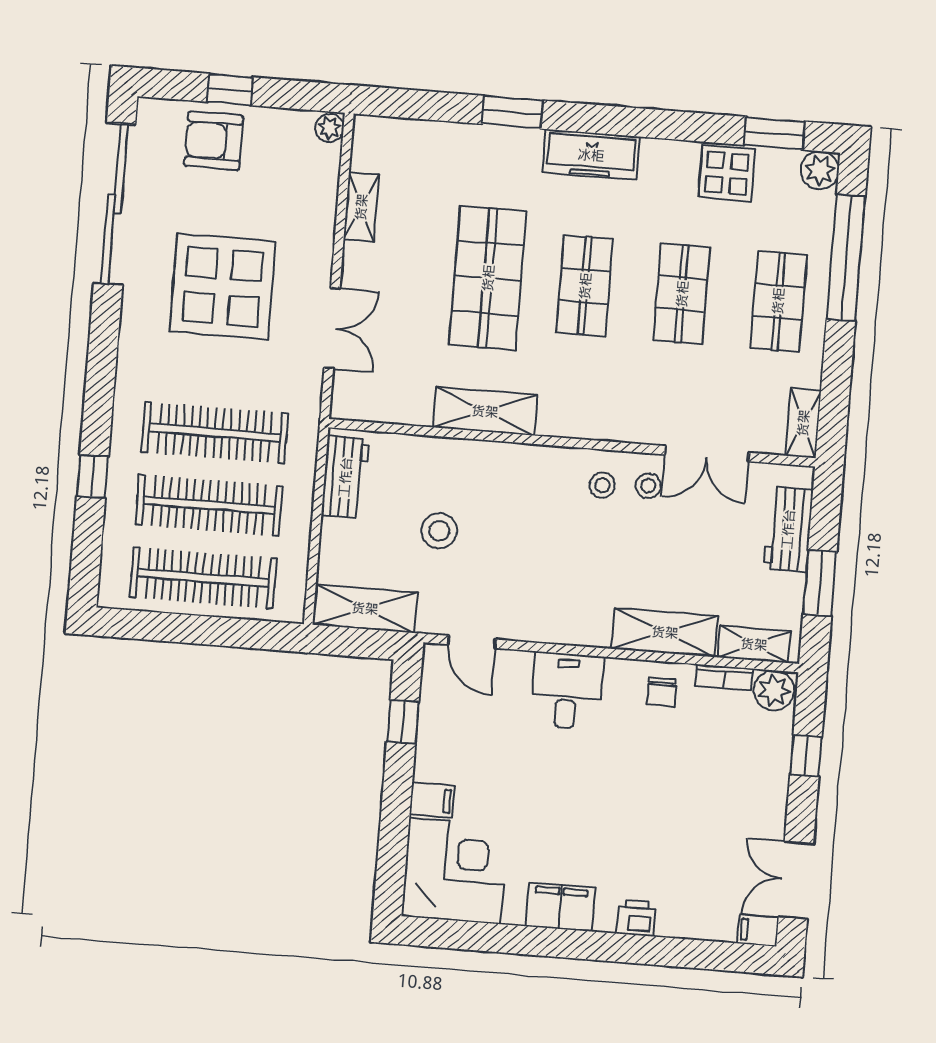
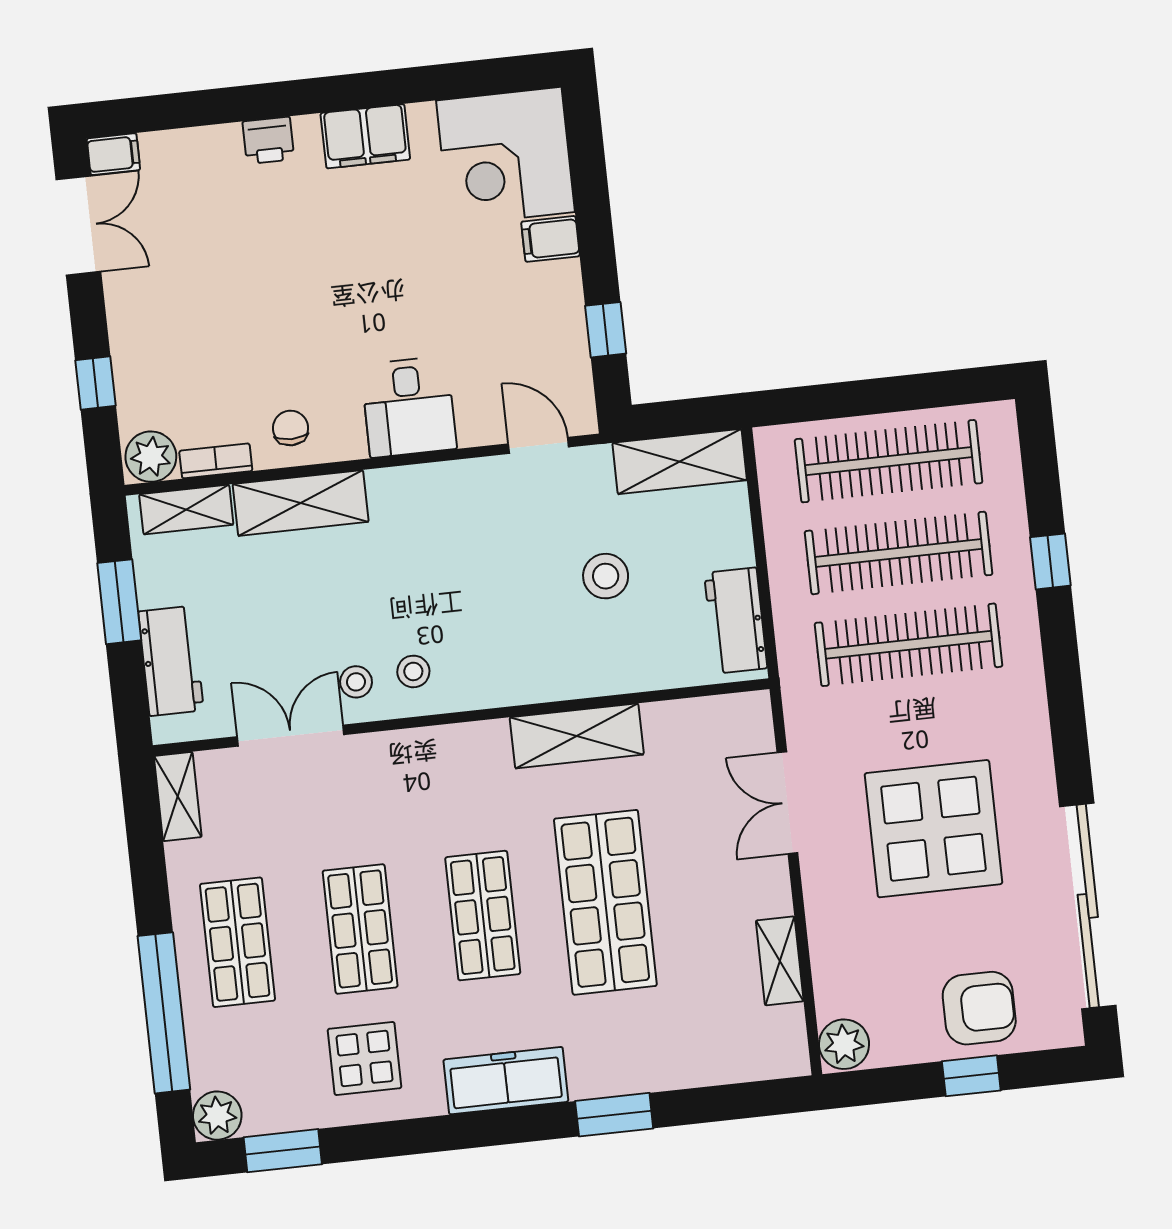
plant: (330, 128) -> (844, 1044), width x1.38, depth x1.38
display table: (727, 173) -> (365, 1058), moved

